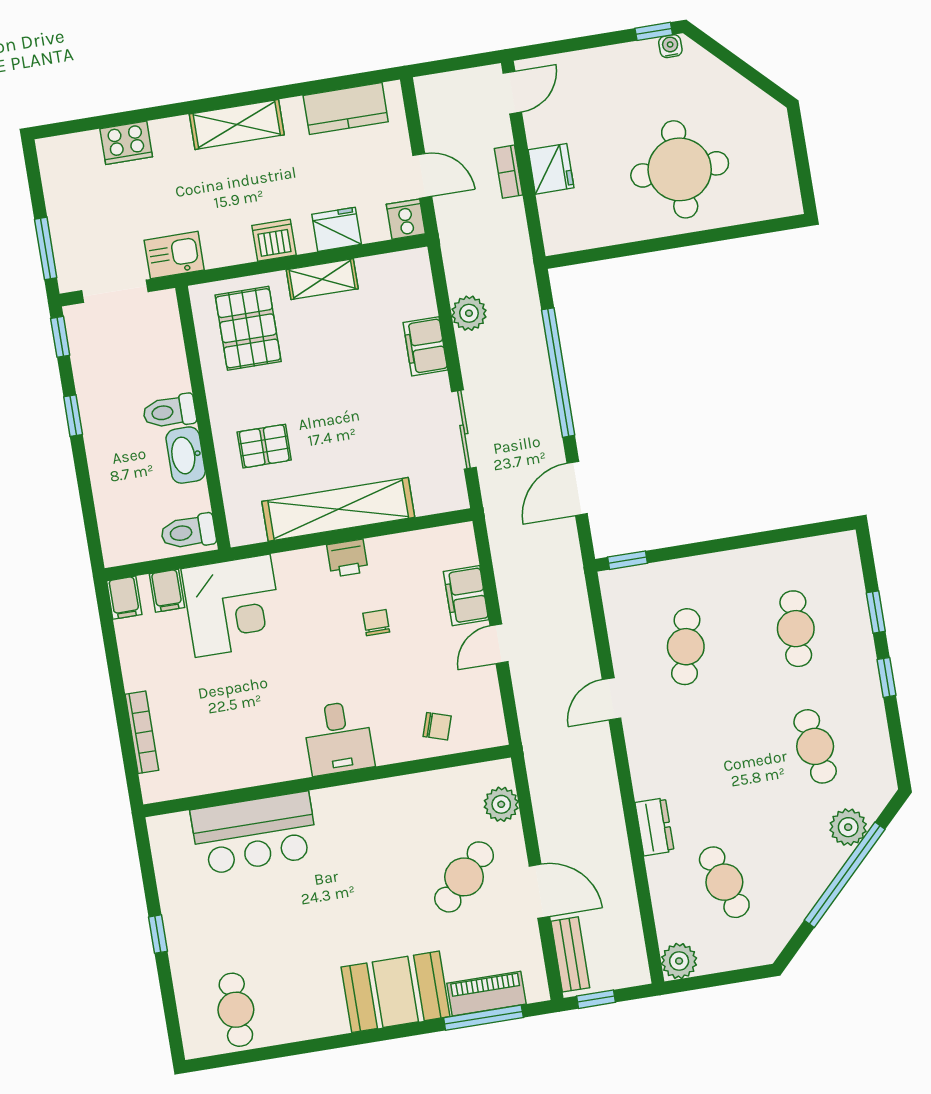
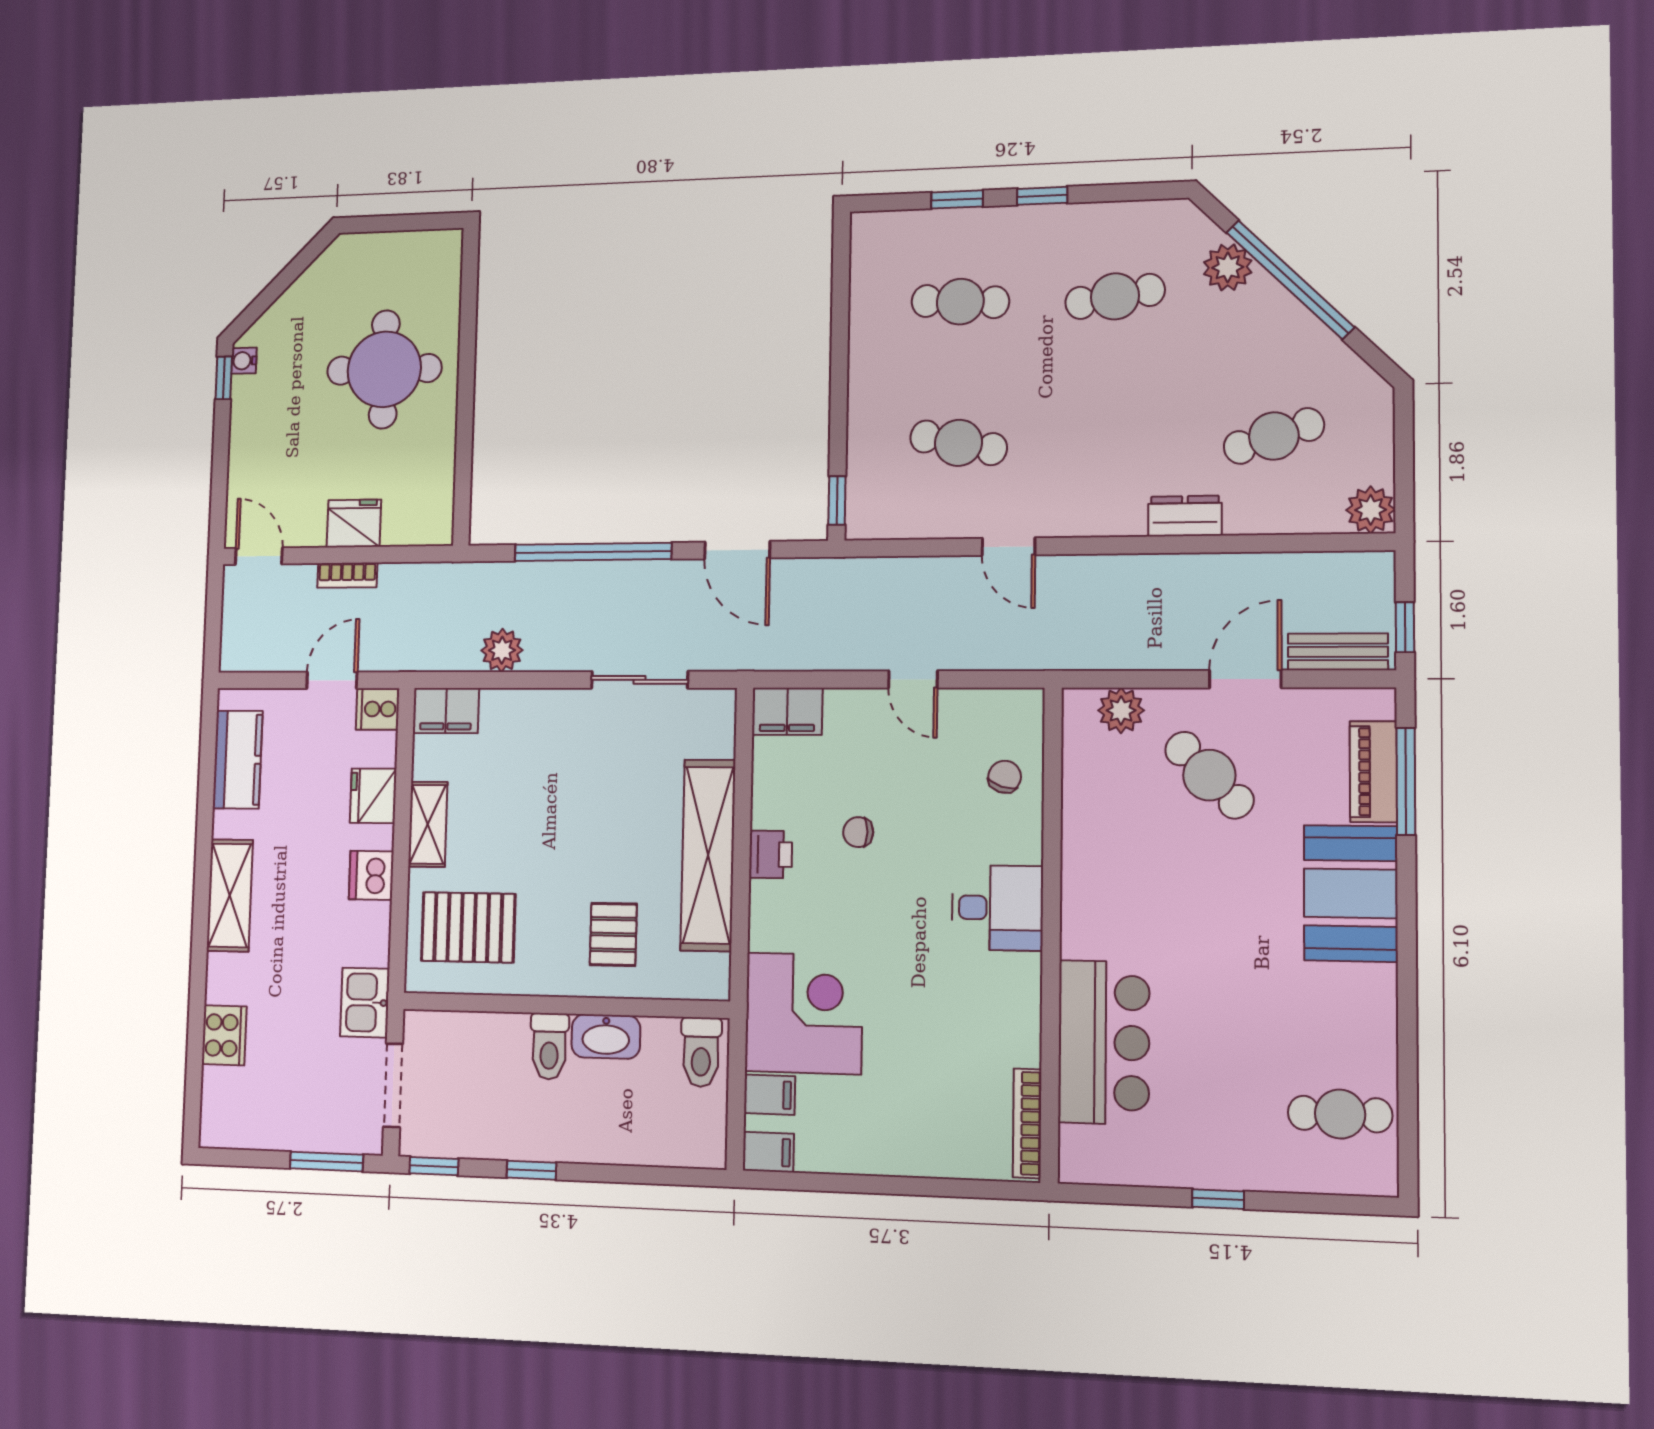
filing cabinet: (425, 346) -> (446, 711), moved
filing cabinet: (466, 596) -> (787, 711), moved
bookcase: (142, 732) -> (1027, 1123), moved, turned -90

